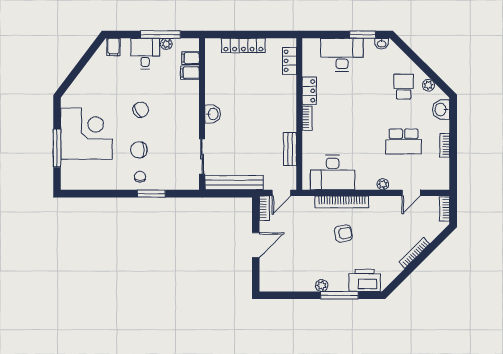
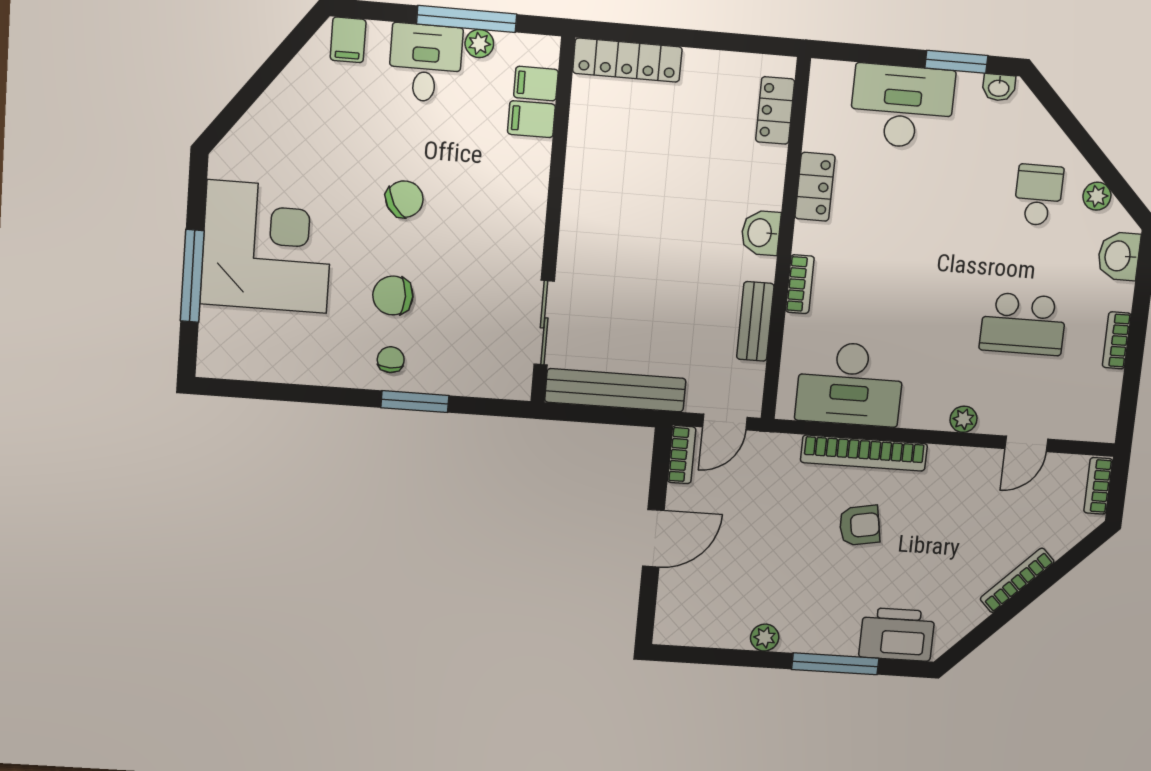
locker: (243, 45) -> (627, 60), moved
washbasin: (213, 114) -> (761, 233), moved, turned 180
bookcase: (307, 118) -> (800, 284), moved
plant: (322, 286) -> (765, 638), moved

